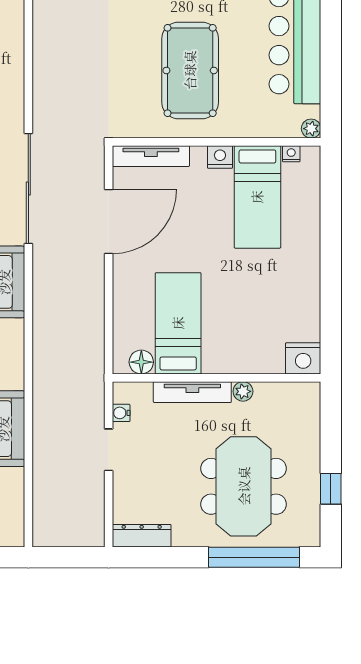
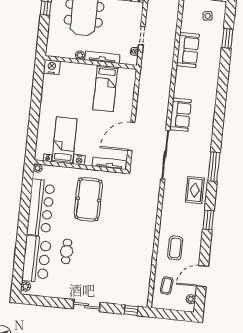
floor lamp: (141, 362) -> (123, 73), removed

